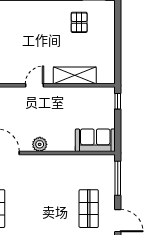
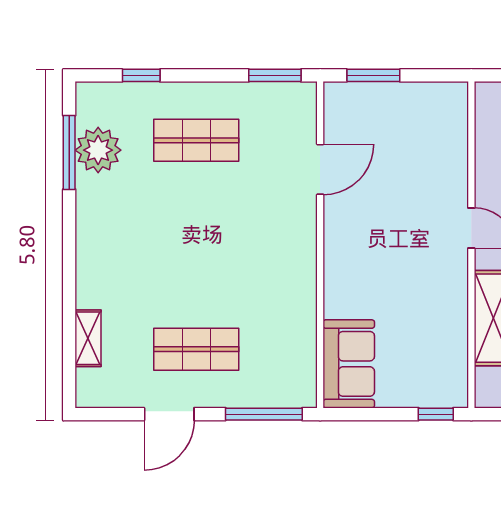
plant: (40, 144) -> (340, 240), removed

